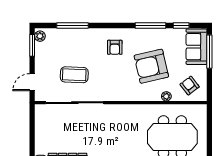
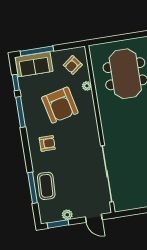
plant: (40, 36) -> (67, 215), moved
coffee table: (74, 75) -> (46, 186), moved

